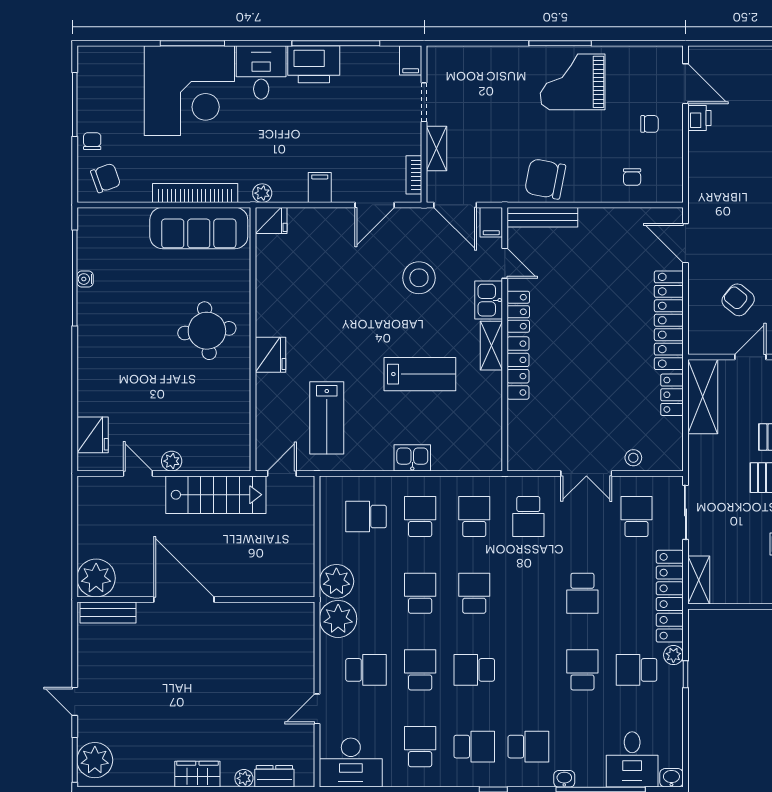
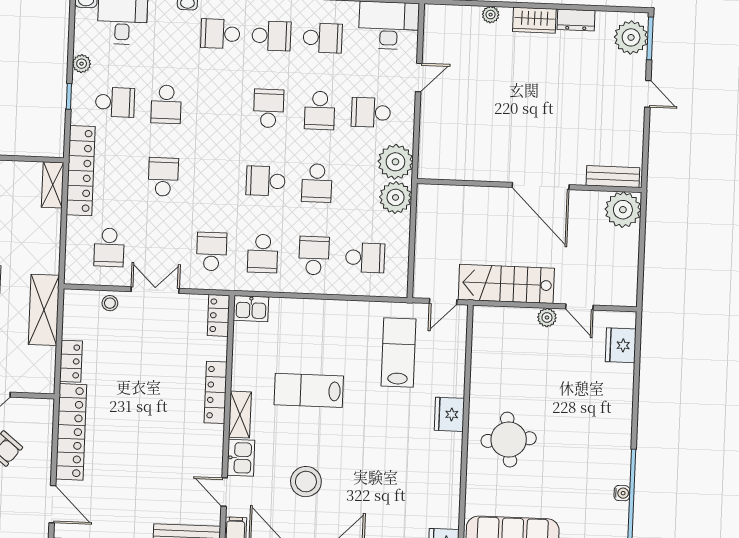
locker: (518, 312) -> (219, 315), moved
shelving: (703, 397) -> (44, 310), moved
kitchen sink: (412, 458) -> (251, 309), moved
sliding door: (685, 512) -> (63, 249), removed
school desk: (420, 517) -> (314, 256), turned 180
school desk: (474, 593) -> (266, 181), turned 90
plant: (673, 655) -> (82, 64), moved
school desk: (474, 670) -> (269, 108), turned -90
school desk: (420, 747) -> (323, 38), turned -90
school desk: (474, 747) -> (271, 36), turned 180
dresser: (274, 776) -> (576, 20), moved

